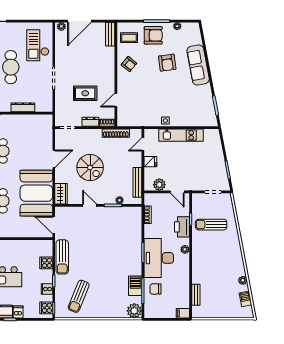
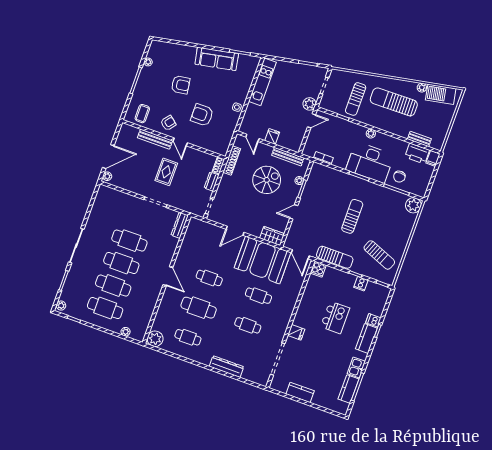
door: (79, 21) -> (108, 157), hinge flipped
bench: (110, 34) -> (155, 139), moved, width x1.36
armchair: (153, 35) -> (202, 115), moved, turned -90
checkout: (38, 45) -> (117, 206), removed
sofa: (198, 65) -> (217, 59), moved
rug: (85, 93) -> (166, 172), moved
door: (116, 100) -> (180, 142), moved
dresser: (23, 107) -> (180, 225), moved
kitchen unit: (181, 135) -> (262, 82), moved
door: (54, 159) -> (235, 231), swing flipped
spiral stairs: (90, 168) -> (267, 180), moved
plant: (159, 185) -> (309, 104), moved
door: (54, 225) -> (300, 254), hinge flipped
printer: (182, 227) -> (417, 154), moved
sun lounger: (105, 259) -> (352, 216), added
sun lounger: (221, 260) -> (394, 102), added
cooker: (46, 263) -> (318, 269), moved
barbecue: (135, 286) -> (389, 196), removed
barbecue: (245, 299) -> (441, 94), width x1.88, depth x1.53
cooker: (46, 308) -> (379, 291), removed

